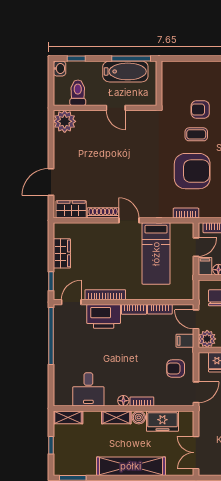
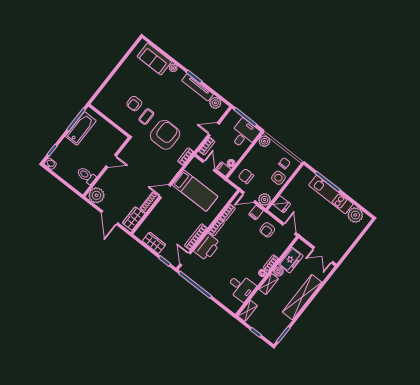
toilet: (78, 93) -> (86, 176), moved
wall: (105, 108) -> (107, 167), moved
door: (116, 108) -> (111, 161), moved
plant: (65, 121) -> (96, 195), moved

